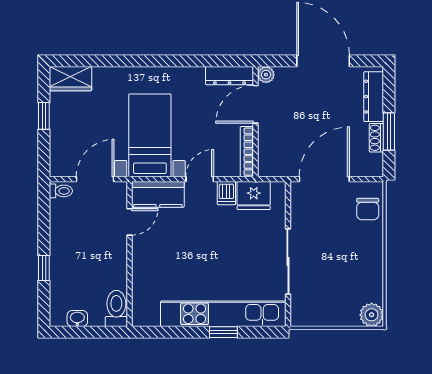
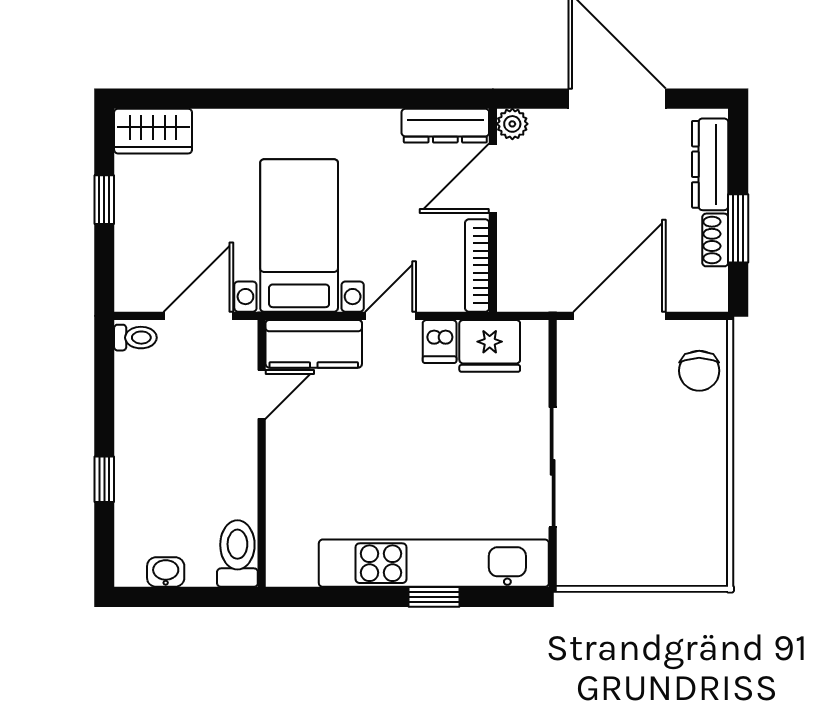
plant: (372, 315) -> (706, 565), removed

